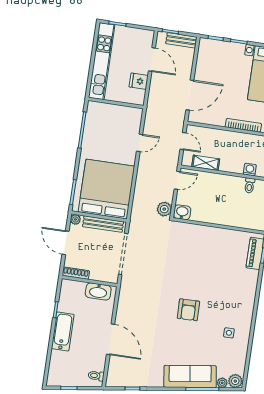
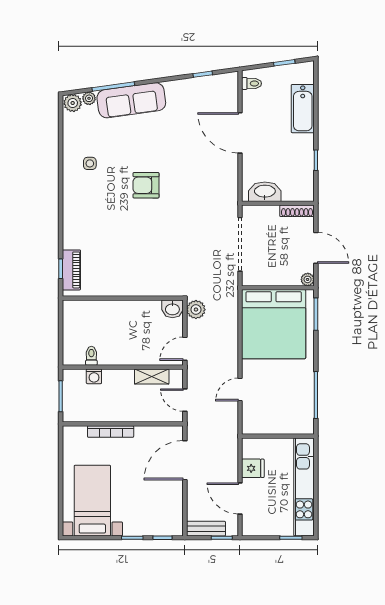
bench: (103, 224) -> (271, 279), removed
armchair: (188, 310) -> (146, 185), turned -89
bathtub: (63, 331) -> (303, 109), moved

